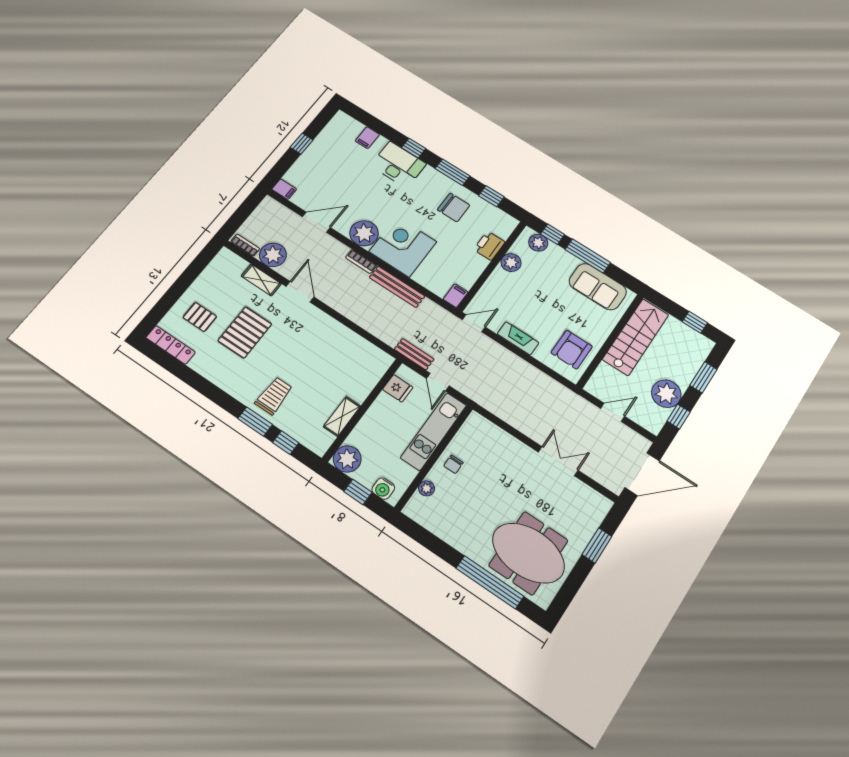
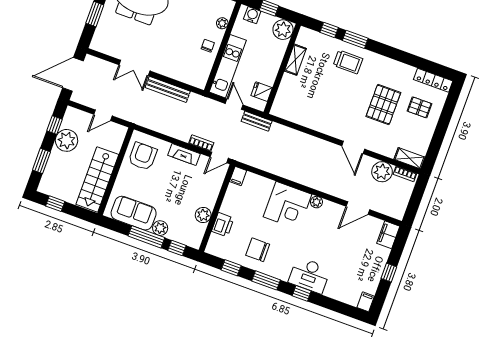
filing cabinet: (367, 138) -> (366, 302), moved
filing cabinet: (284, 189) -> (388, 235), width x2.00
plant: (364, 233) -> (316, 202), width x0.53, depth x0.53
plant: (538, 243) -> (160, 228), moved
bookcase: (361, 262) -> (201, 143), moved
shelving: (261, 280) -> (409, 158), moved
bench: (397, 287) -> (168, 89), moved
trolley: (274, 396) -> (348, 62), turned -90

